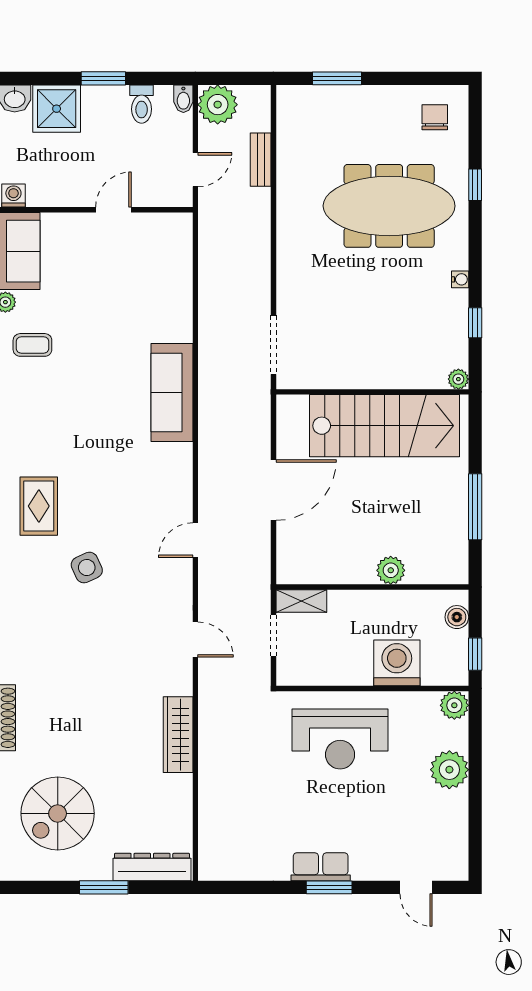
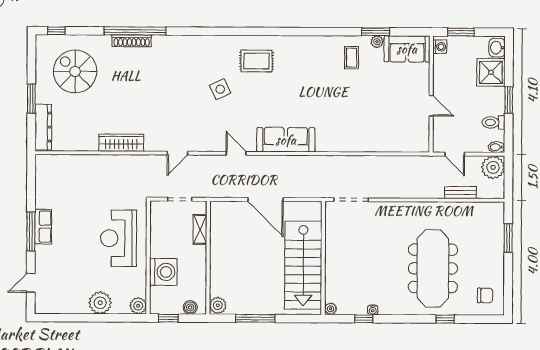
water cooler: (460, 279) -> (373, 310), moved
sofa: (172, 392) -> (286, 140), moved
plant: (391, 570) -> (218, 305), moved
shelving: (301, 601) -> (200, 229), moved
window: (329, 887) -> (31, 232), width x1.44

